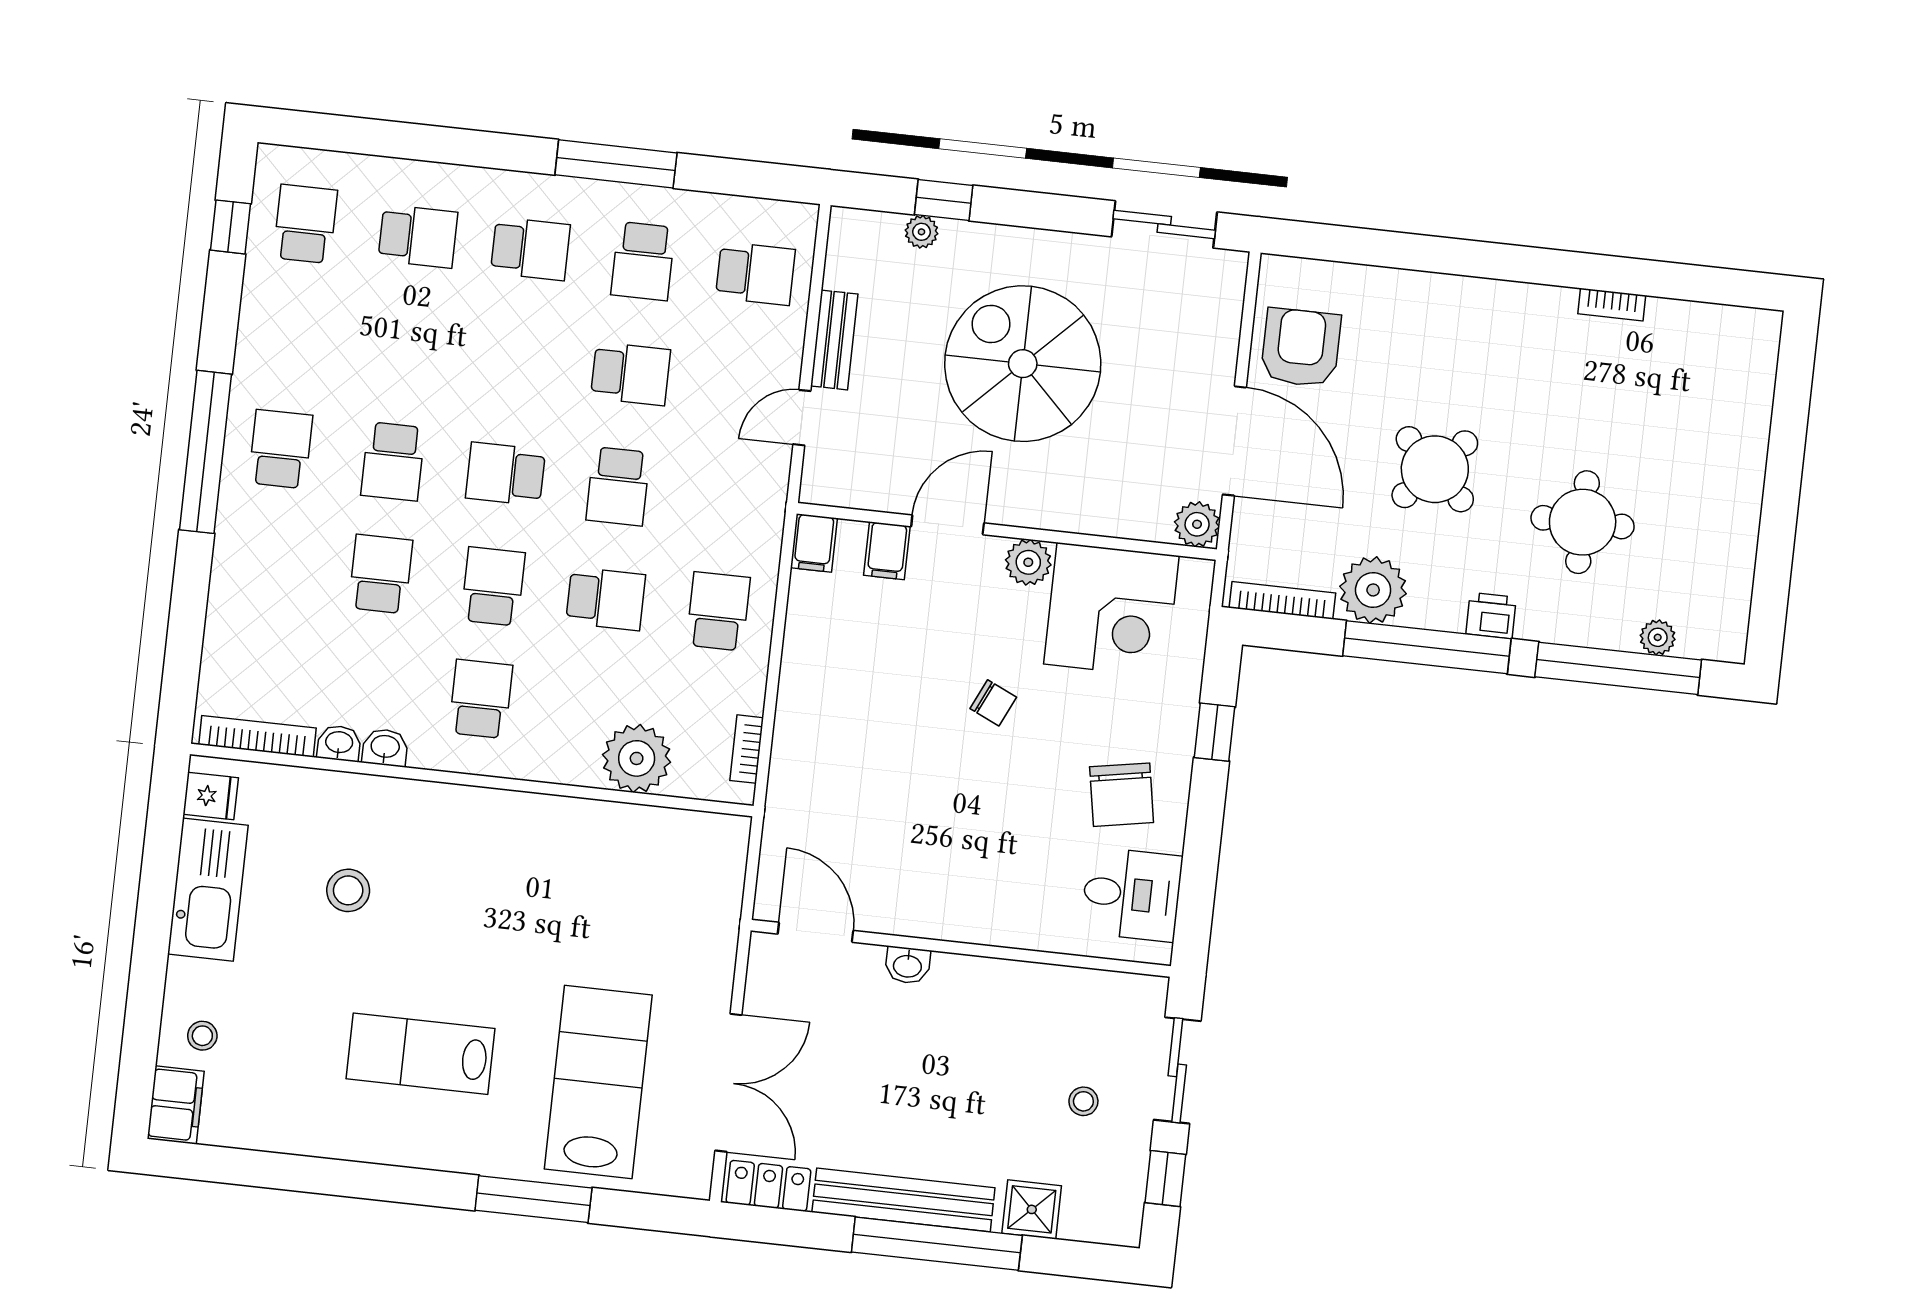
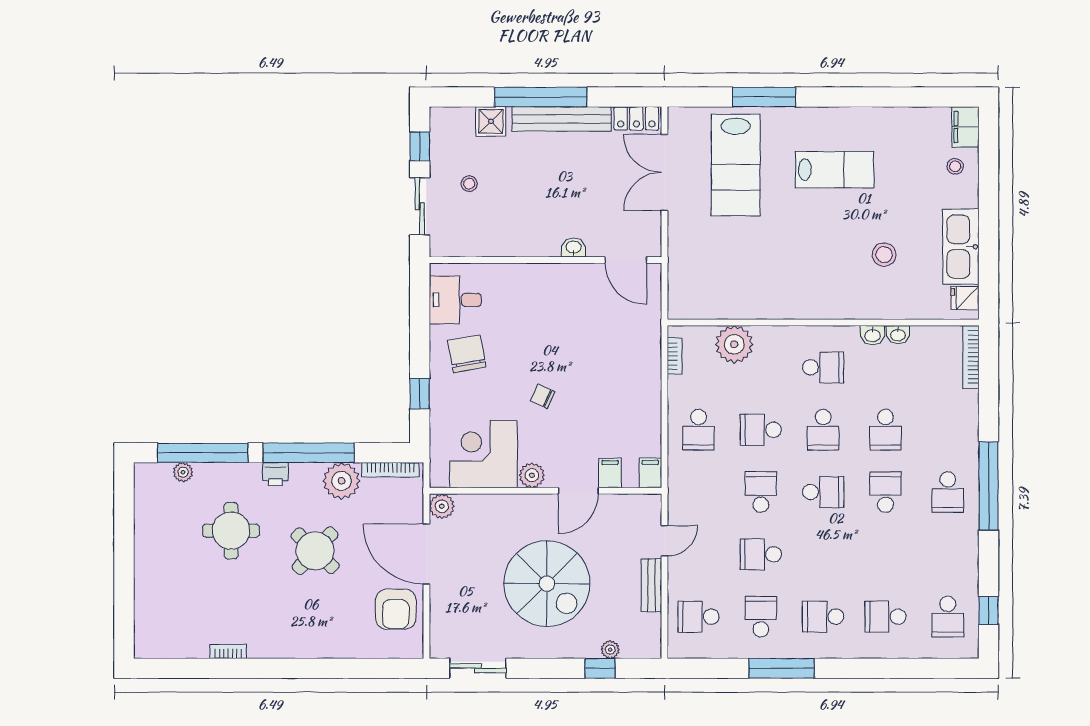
school desk: (481, 699) -> (823, 367), turned -90
bookcase: (257, 736) -> (971, 357), moved, turned 90

